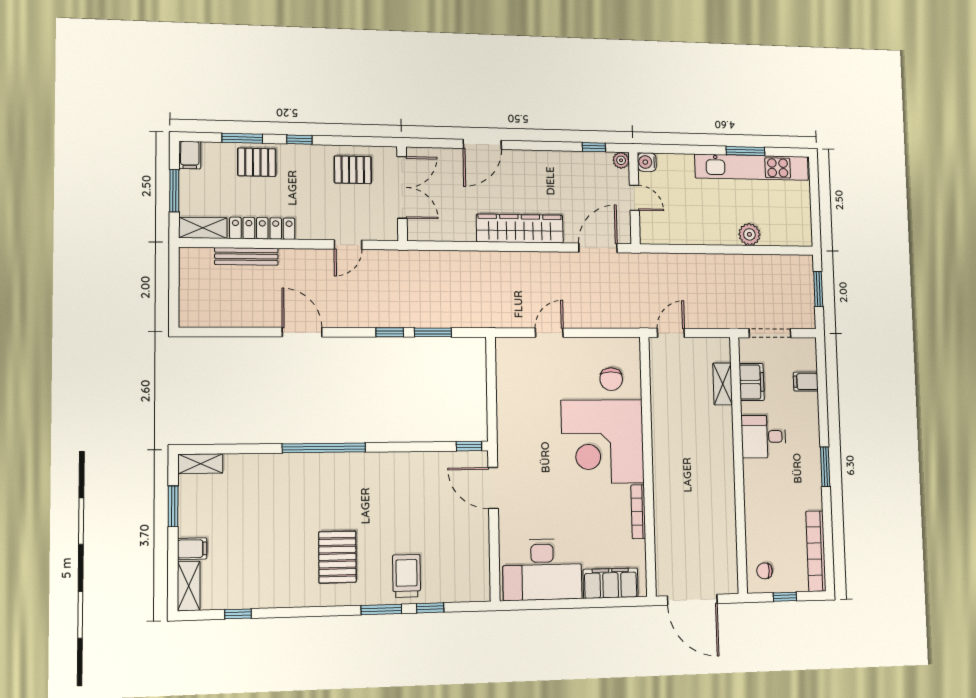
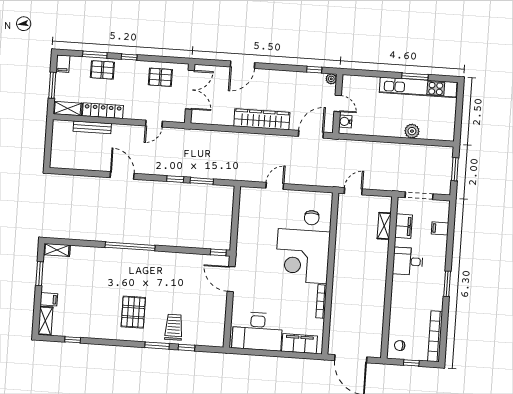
water cooler: (647, 162) -> (345, 121), moved

